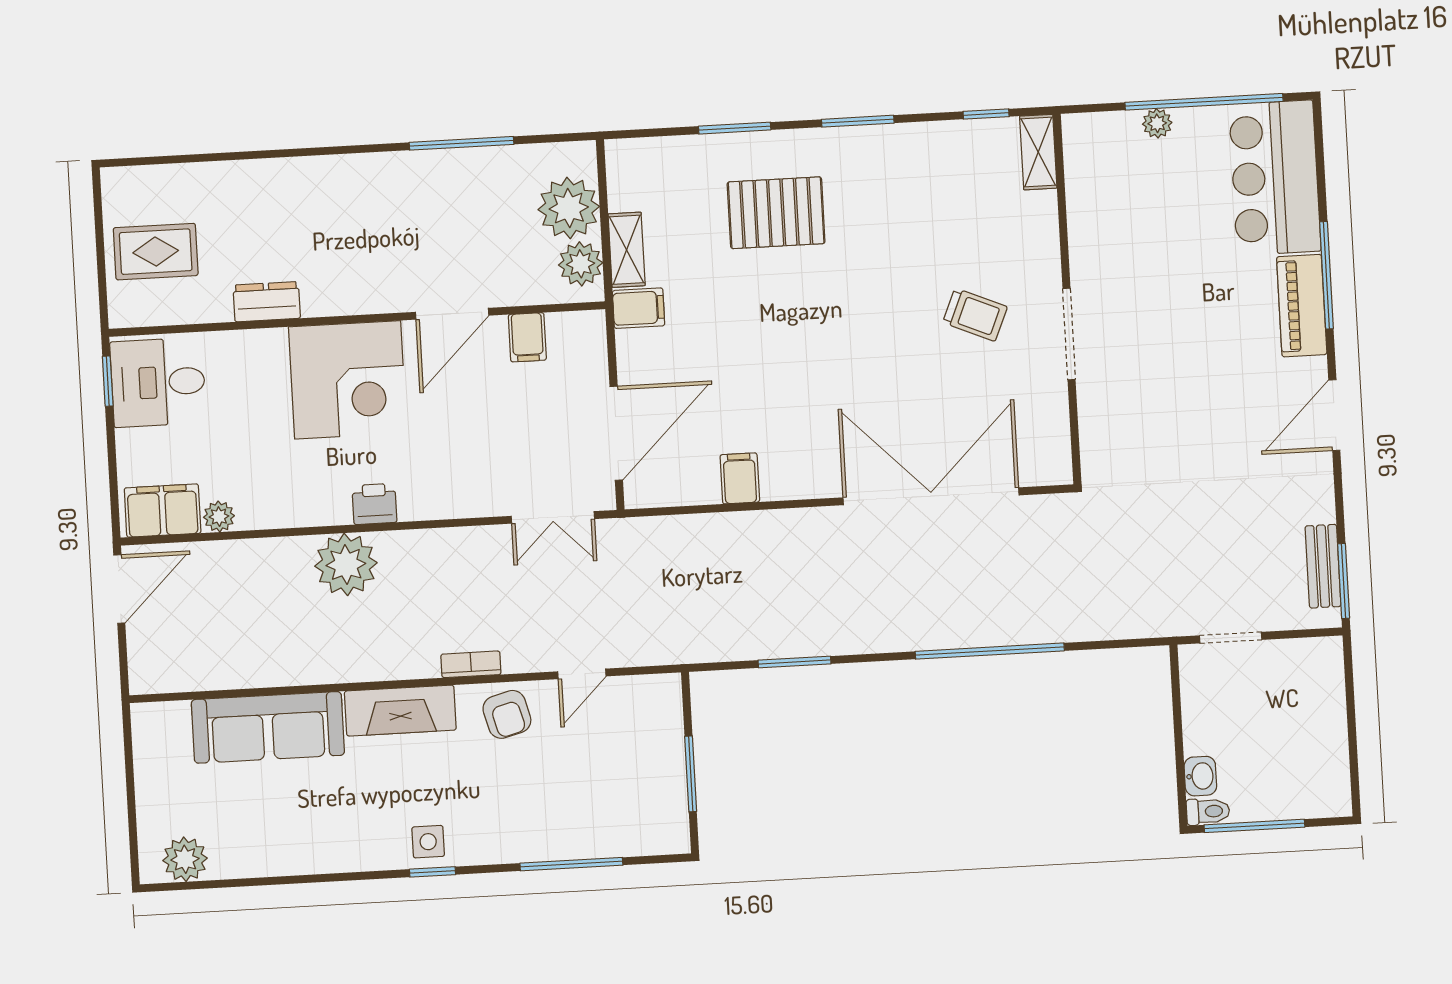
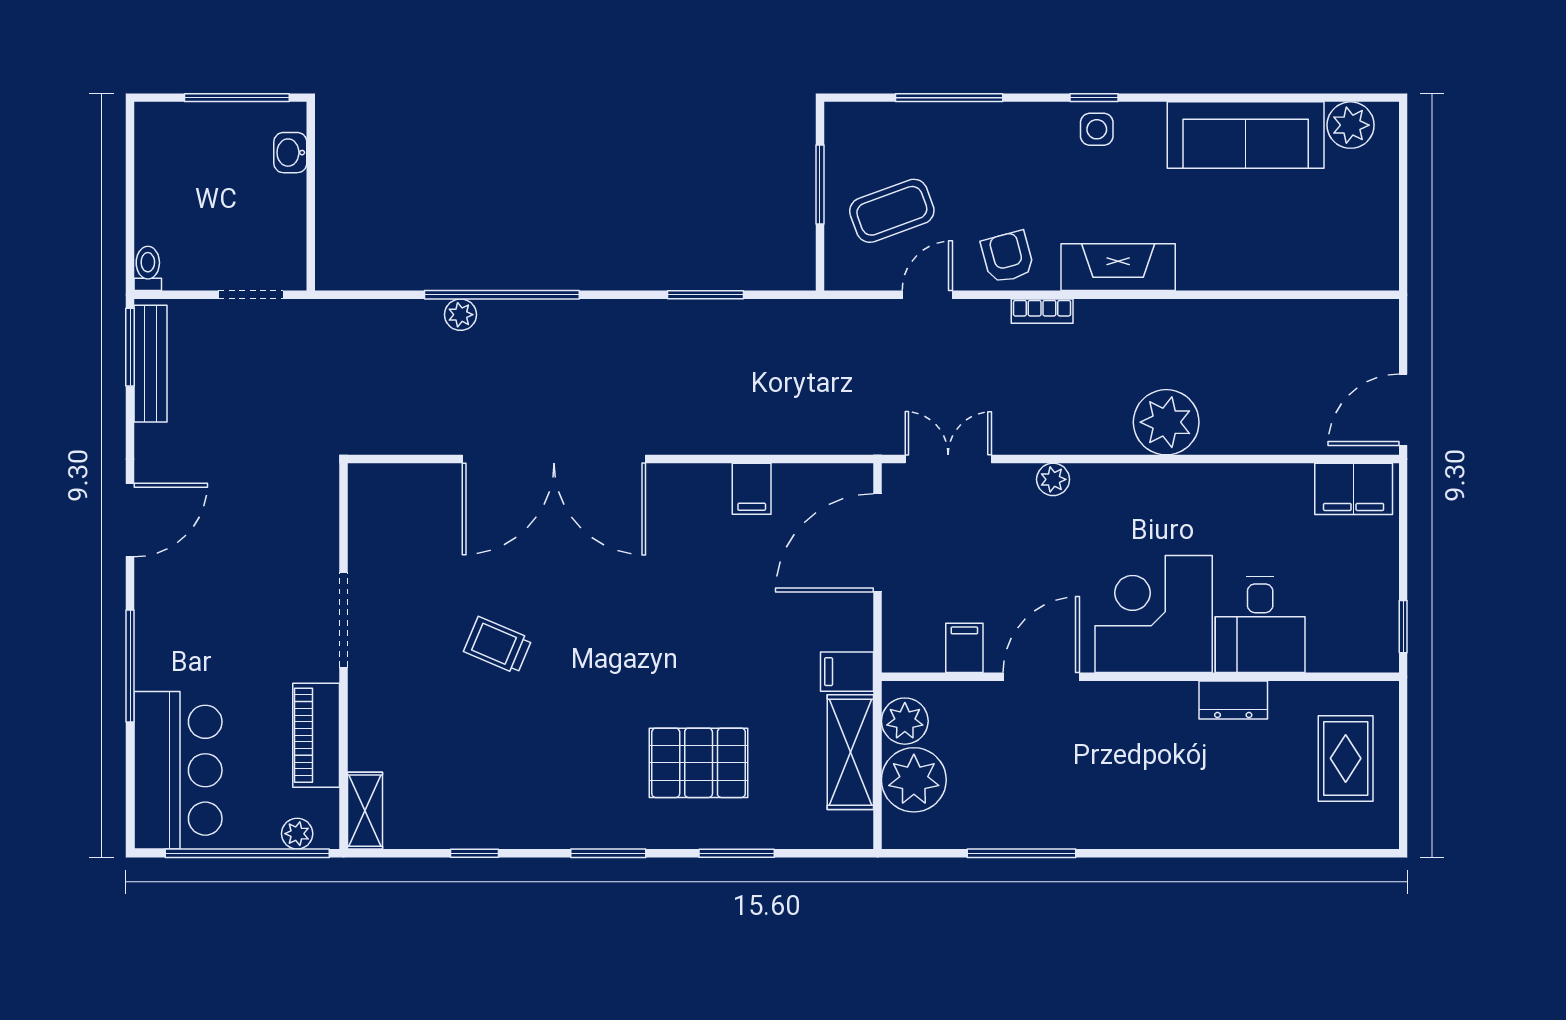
shelving: (1038, 152) -> (365, 811), moved
shelving: (627, 250) -> (850, 752), width x1.50, depth x1.33
rug: (156, 252) -> (1346, 758), turned 90
wall: (1067, 299) -> (344, 656), moved
piano: (1302, 306) -> (316, 735), moved, turned 180
doorway: (1069, 334) -> (344, 620), moved
desk: (158, 382) -> (1260, 624), moved, turned 90
printer: (374, 504) -> (1133, 484), removed
plant: (219, 517) -> (1053, 479), moved
bench: (1323, 566) -> (151, 364), width x1.36
plant: (1028, 630) -> (460, 315), added
sofa: (268, 727) -> (1246, 135), moved, turned 180
coffee table: (620, 753) -> (892, 211), added
toilet: (1208, 811) -> (148, 268), moved, turned 90

